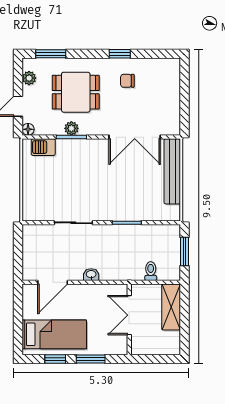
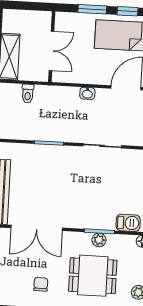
chair: (127, 81) -> (41, 284), turned -90
double door: (135, 137) -> (37, 228), swing flipped

